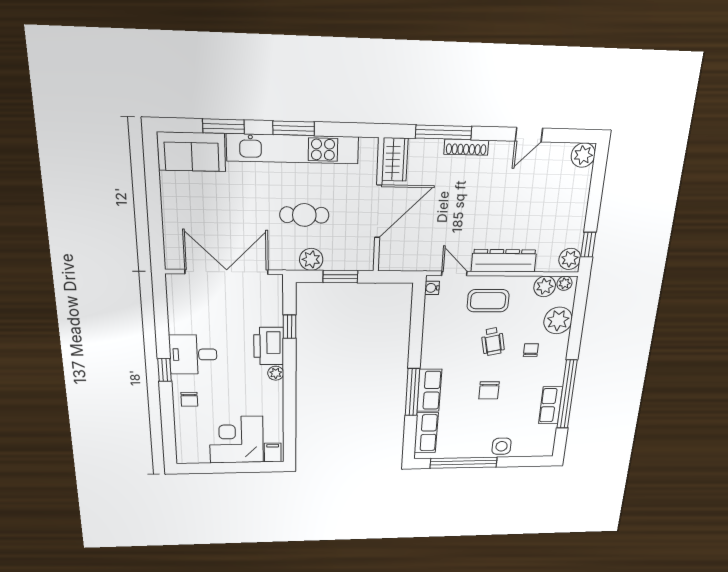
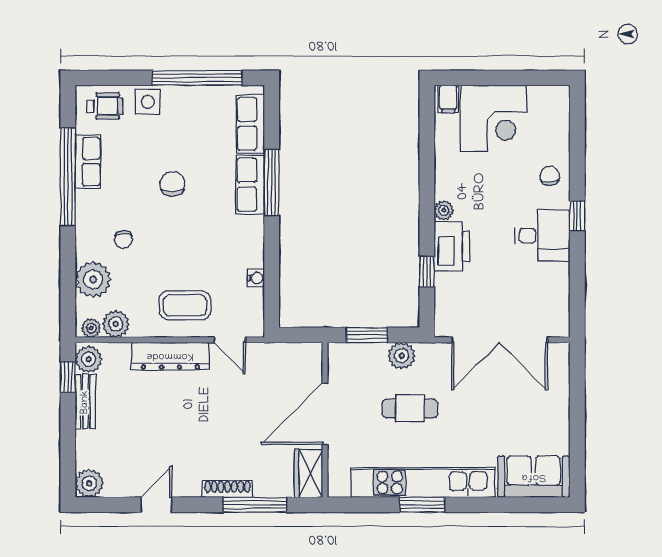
window: (223, 126) -> (498, 505), removed
bench: (577, 225) -> (85, 402), added
water cooler: (432, 288) -> (256, 278), moved
wheelchair: (493, 341) -> (105, 106), moved, turned 102

